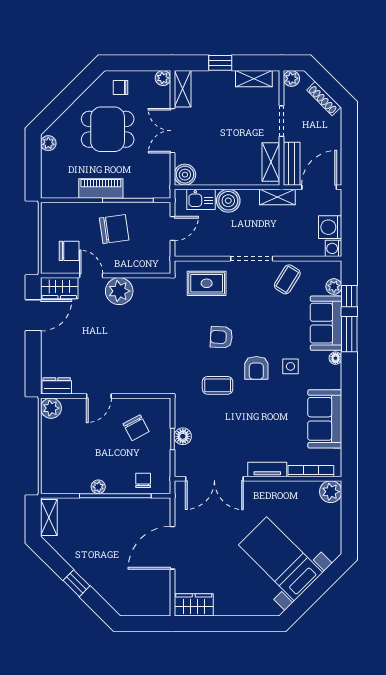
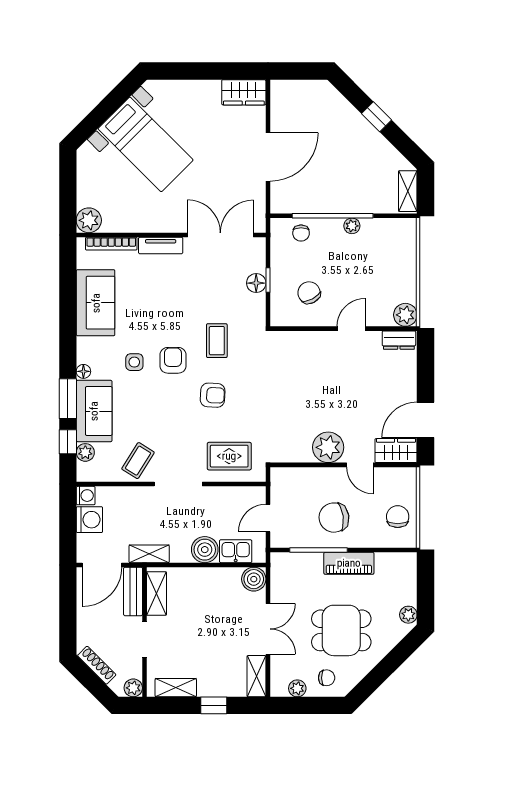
plant: (163, 78) -> (297, 688), moved
chair: (69, 251) -> (398, 517), moved, turned 90
coffee table: (218, 385) -> (217, 341), turned 90

